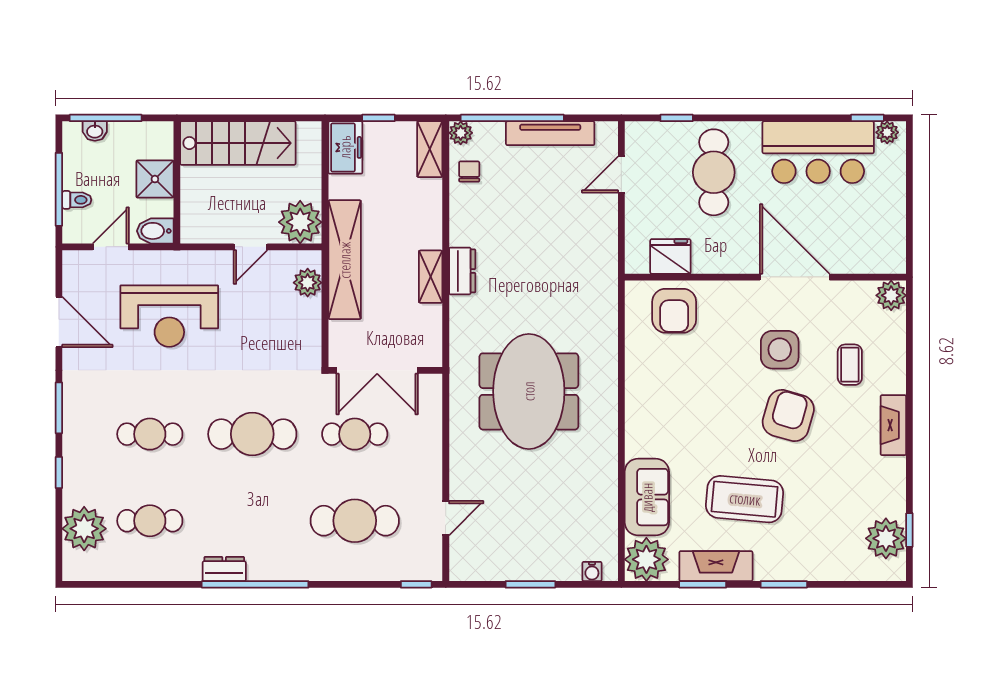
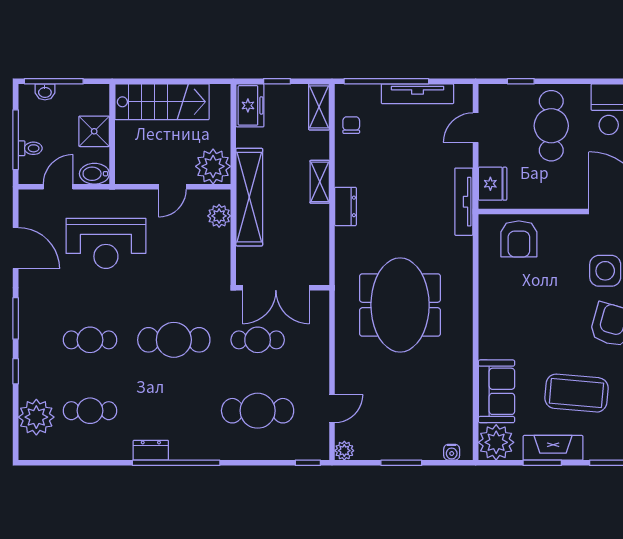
plant: (461, 133) -> (344, 451), moved
fridge: (670, 256) -> (493, 184), moved, turned 90
tv unit: (607, 265) -> (464, 202), added
shelving: (431, 277) -> (320, 182), moved

